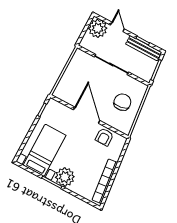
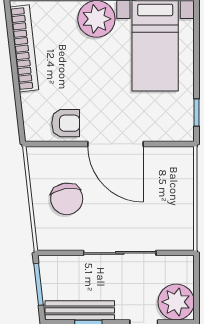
armchair: (104, 137) -> (66, 123), turned 90

